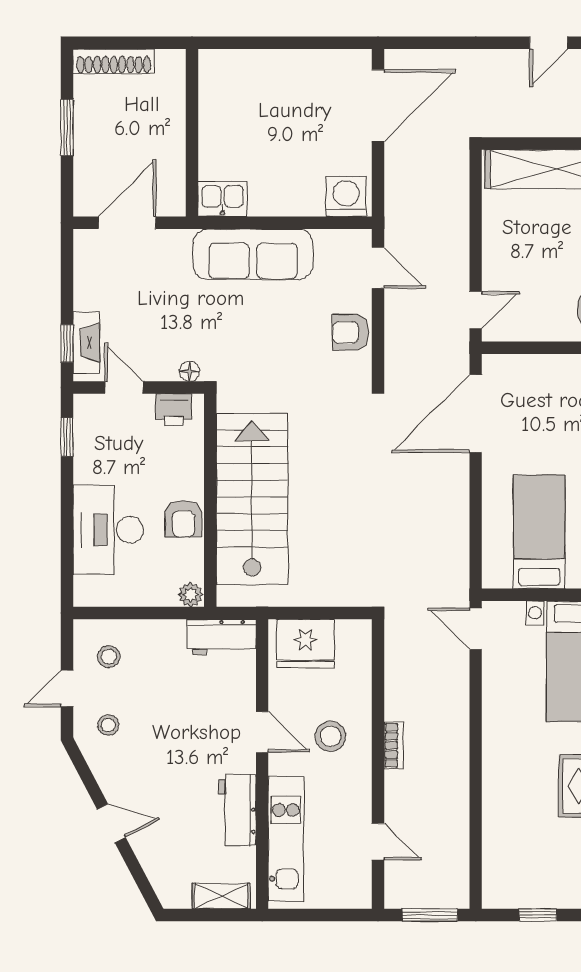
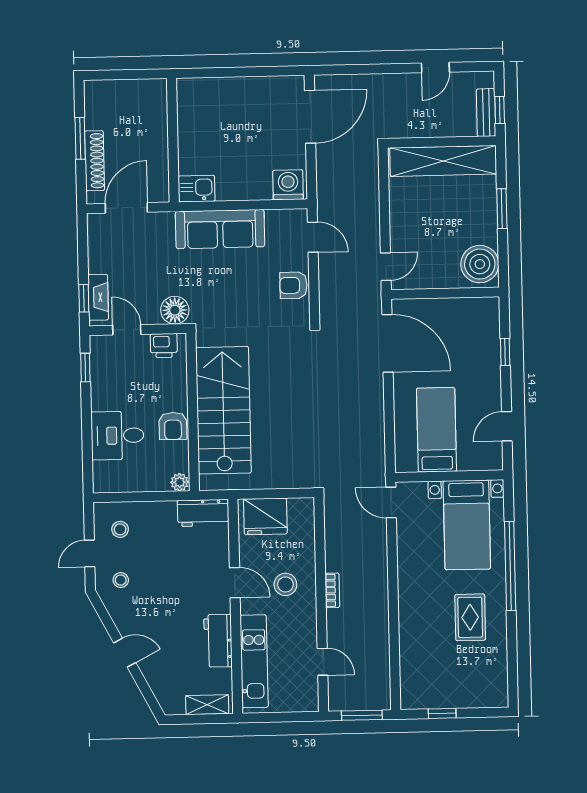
shoe rack: (114, 61) -> (94, 161), moved, turned -90
floor lamp: (190, 371) -> (175, 310), width x1.89, depth x1.89
door: (476, 414) -> (388, 343), swing flipped
desk: (108, 530) -> (117, 436), width x0.73

